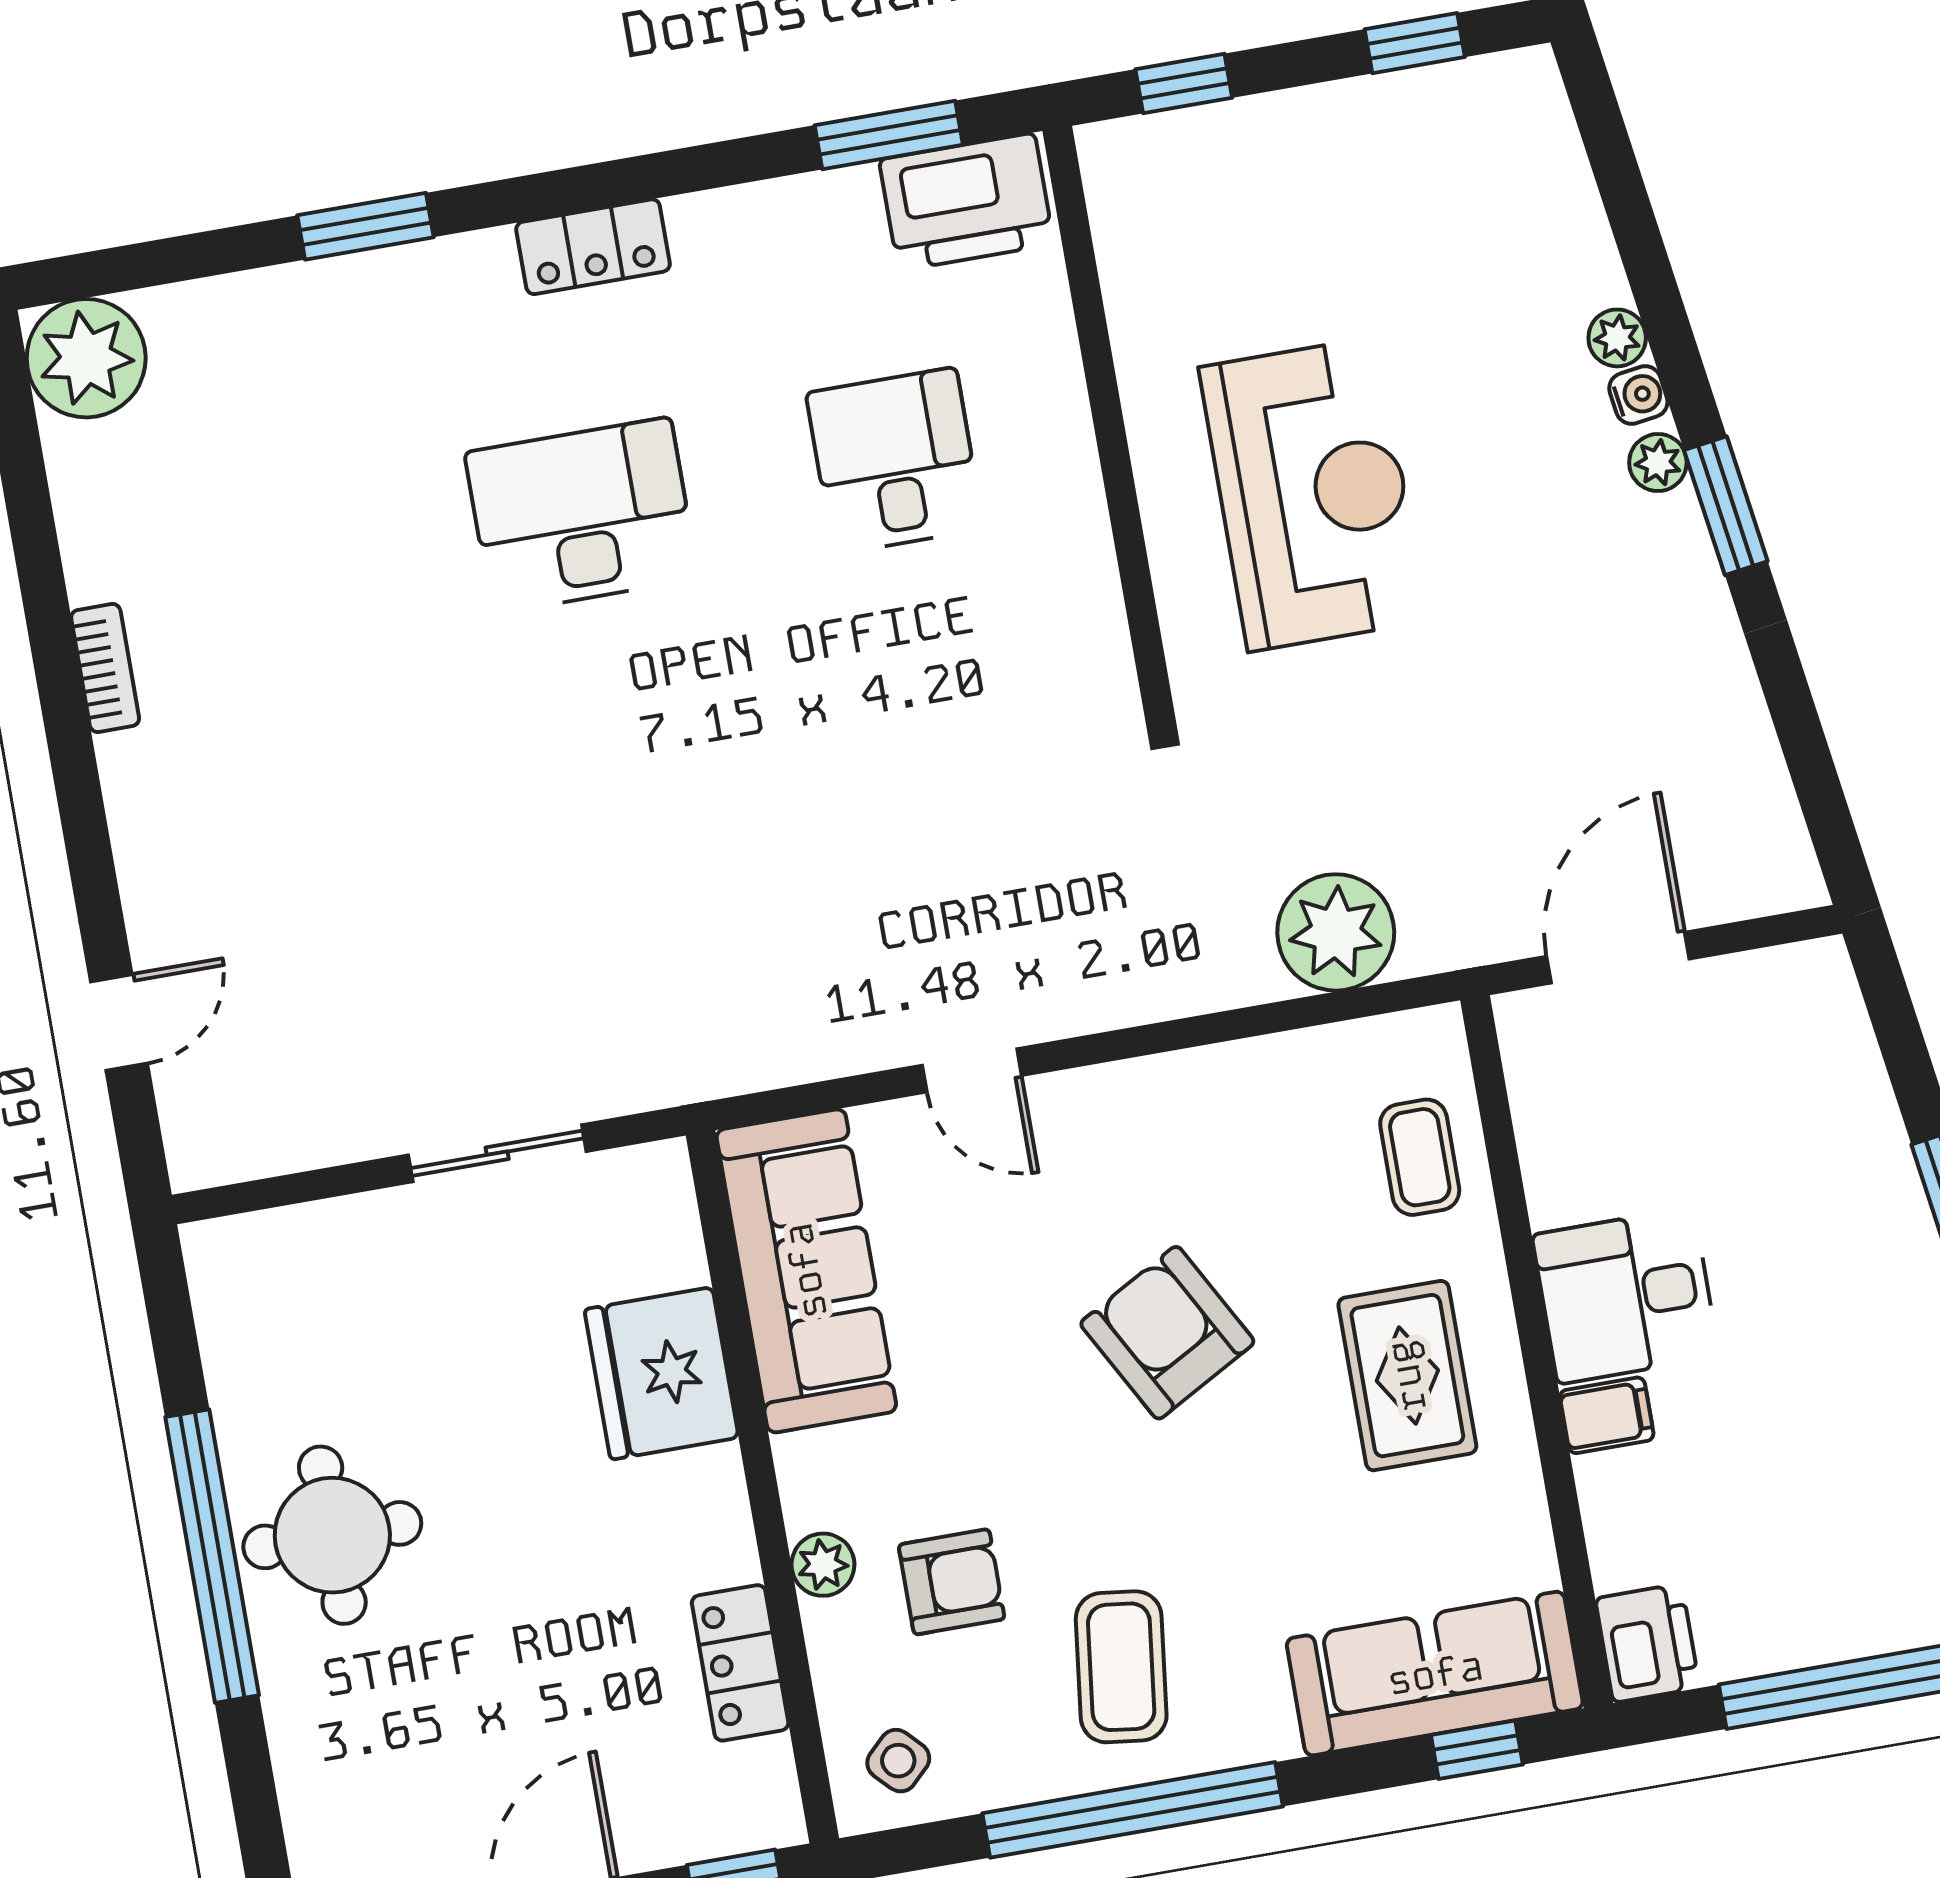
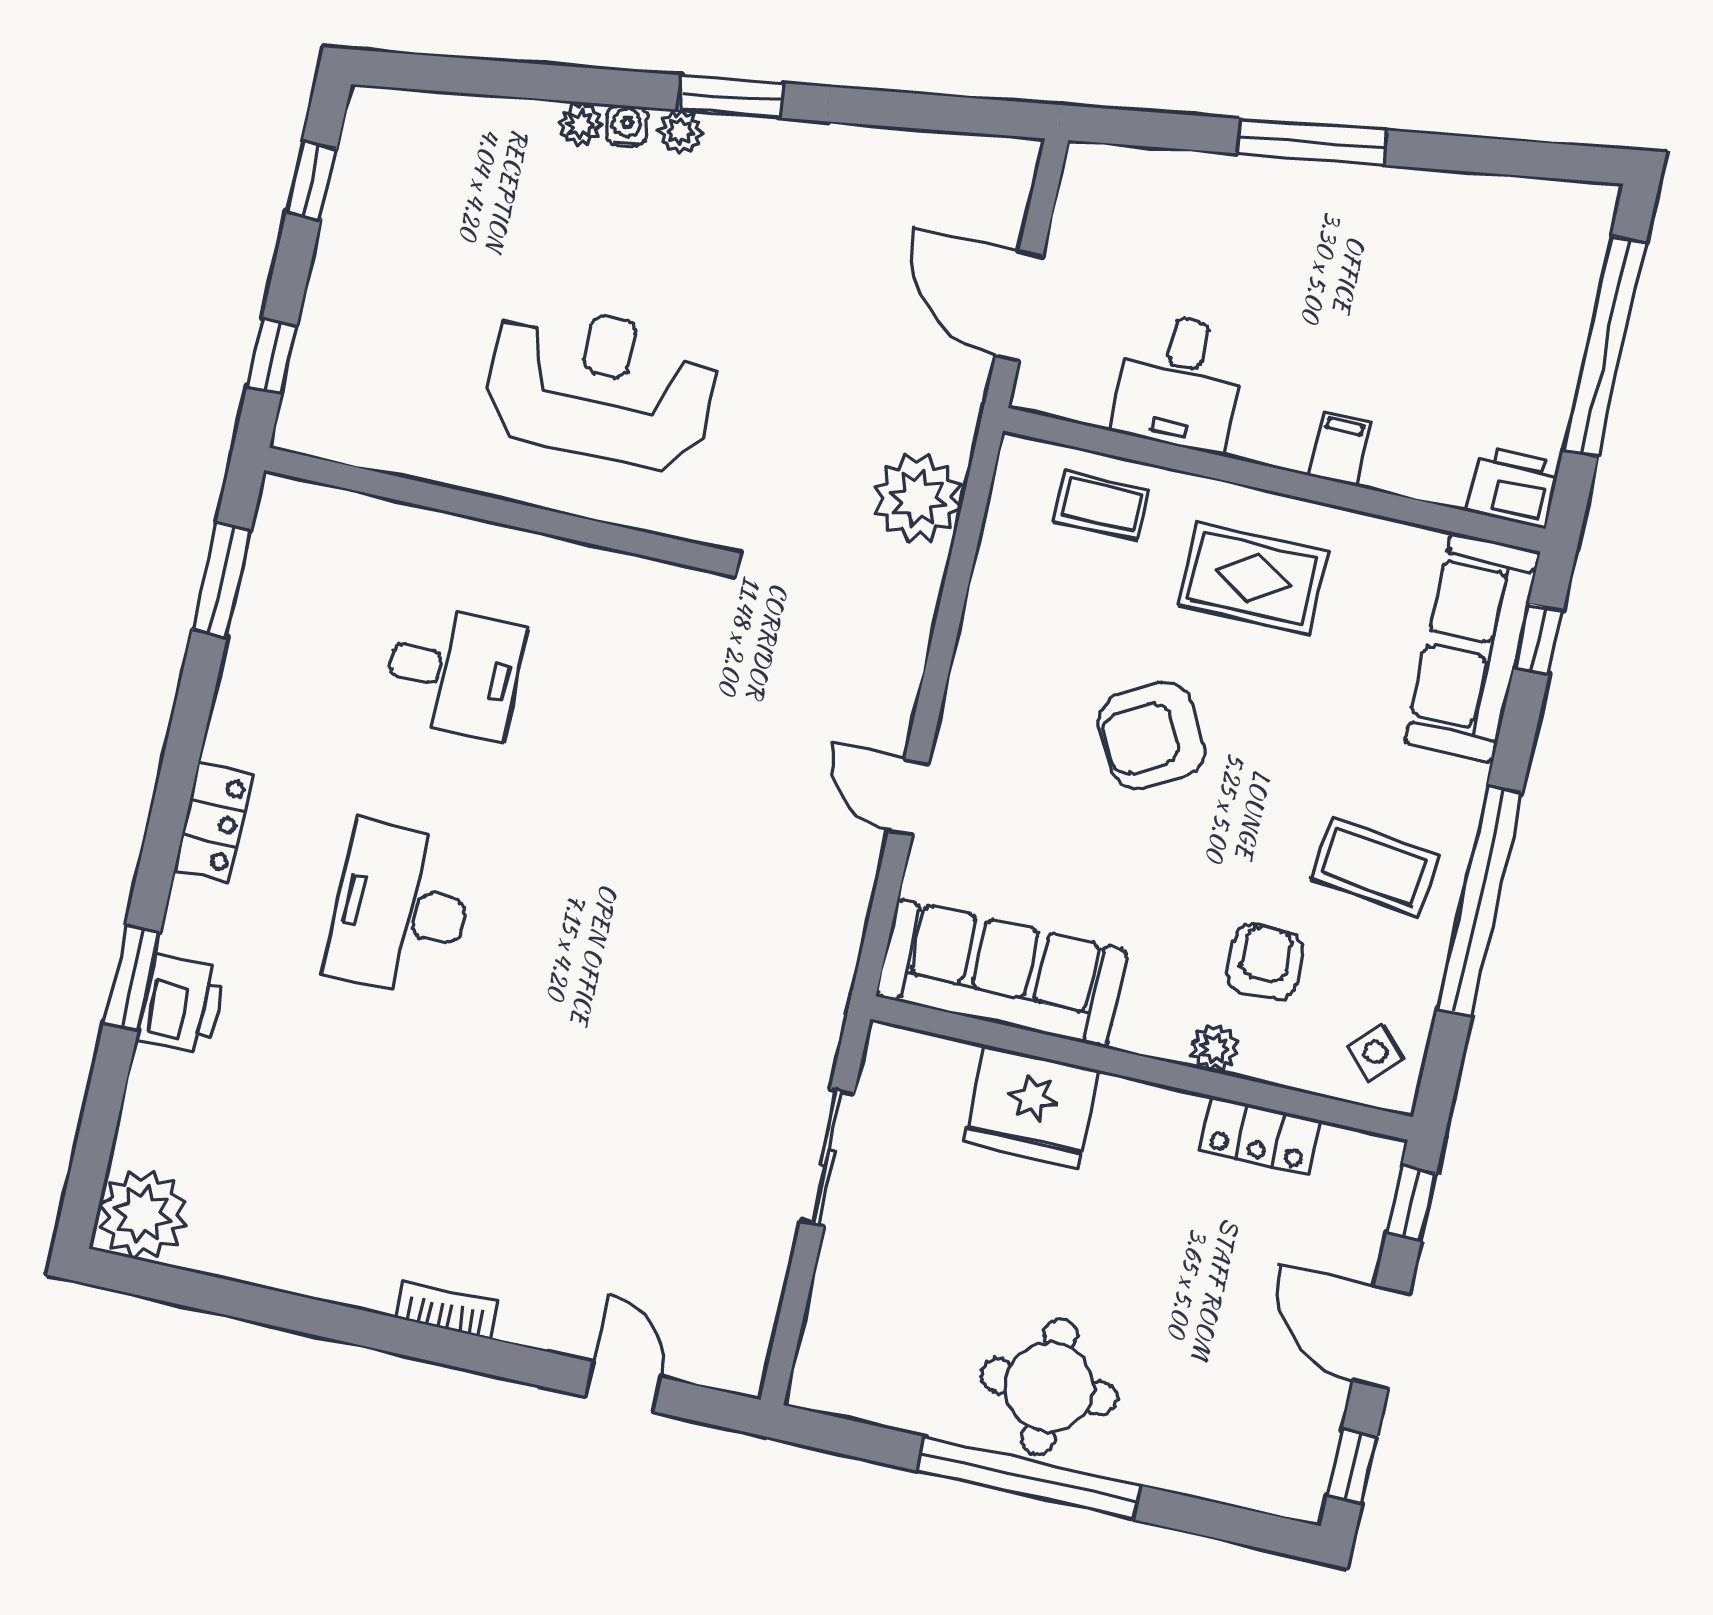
printer: (966, 202) -> (181, 1004), moved, width x0.73, depth x0.84
desk: (895, 461) -> (454, 672), turned 180
bookcase: (105, 668) -> (447, 1310), moved
door: (972, 1070) -> (908, 797), swing flipped
desk: (1626, 1296) -> (1179, 382), moved

